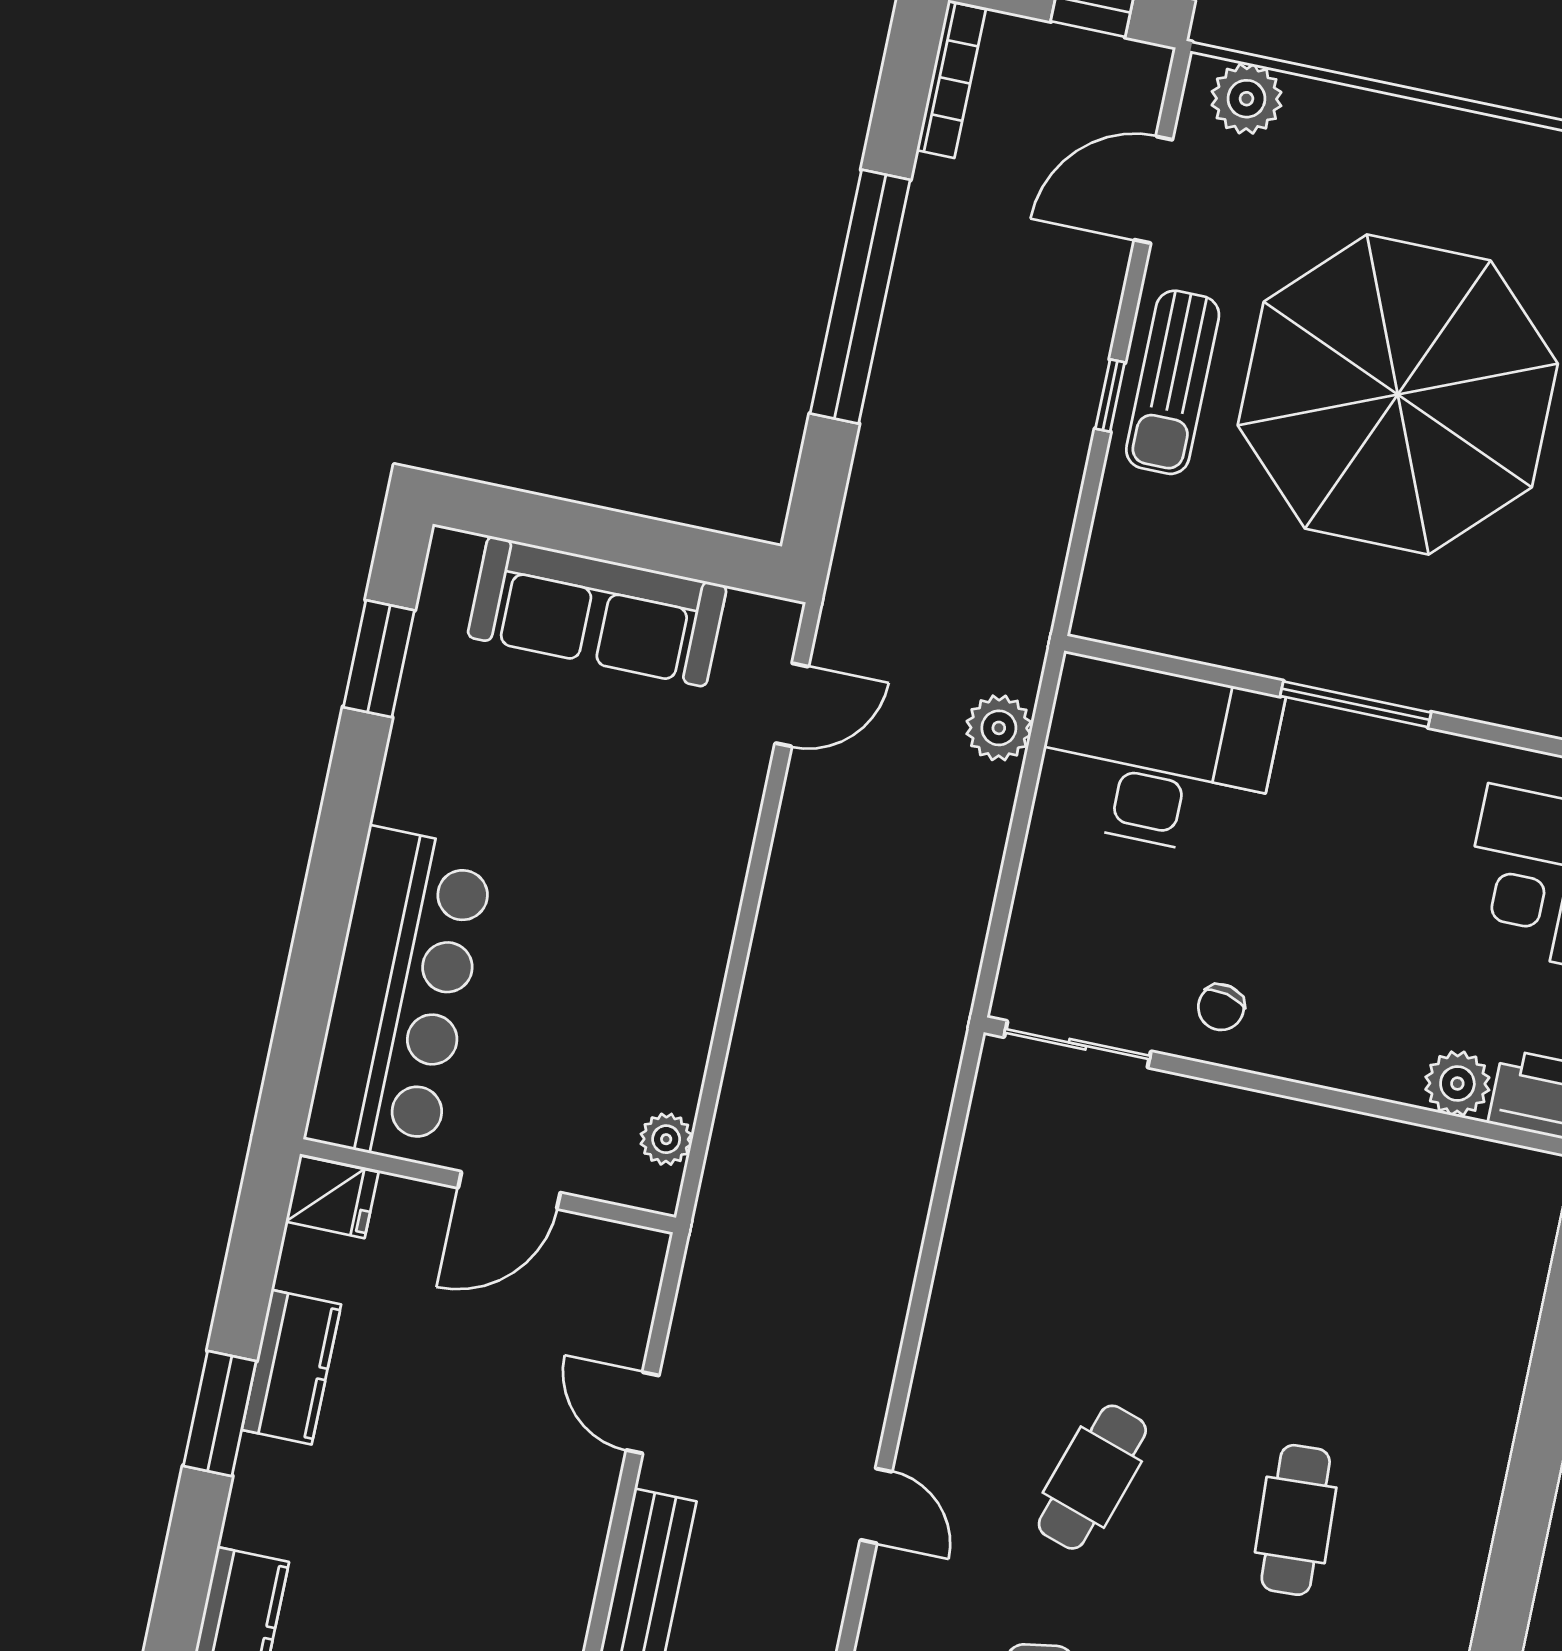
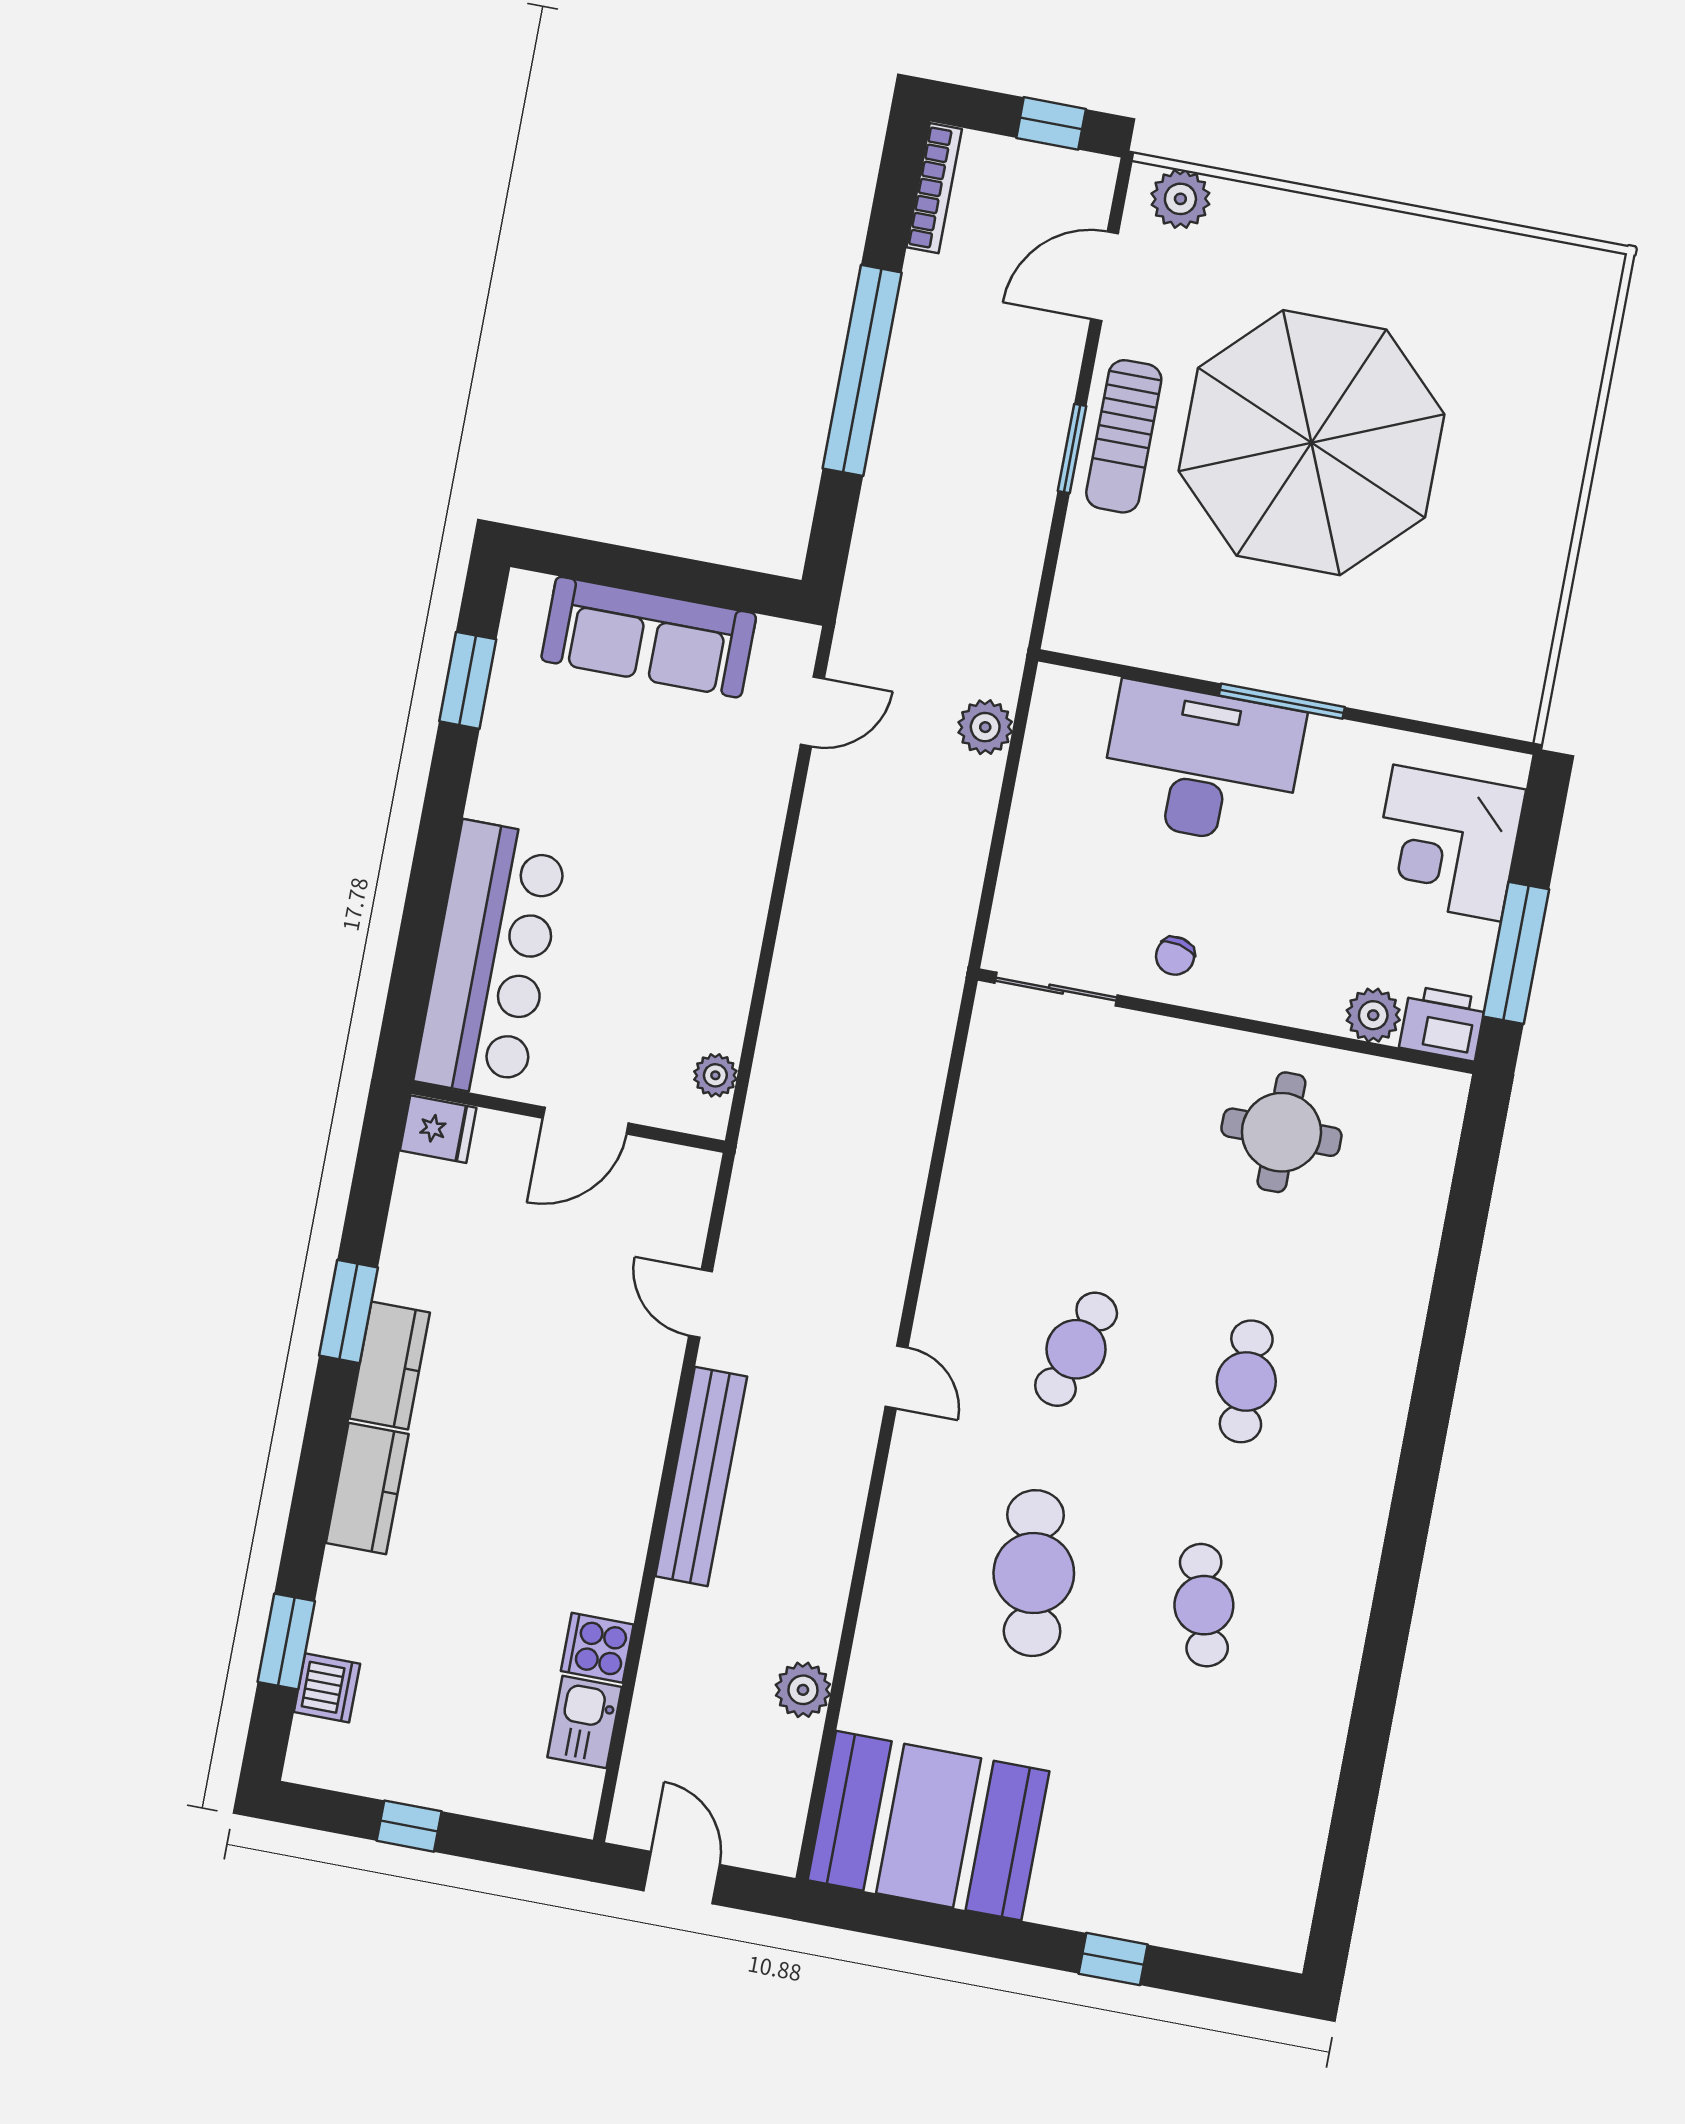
window: (1110, 396) -> (1072, 448), width x1.50
desk: (1157, 757) -> (1202, 764), moved
round table: (1344, 1222) -> (1281, 1132), added
kitchen counter: (291, 1367) -> (390, 1365), moved

